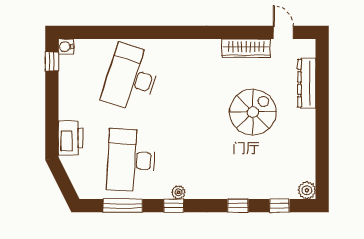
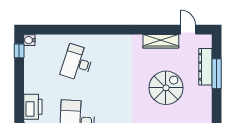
desk: (131, 78) -> (77, 63), width x0.73, depth x0.77
window: (322, 93) -> (217, 74), added

